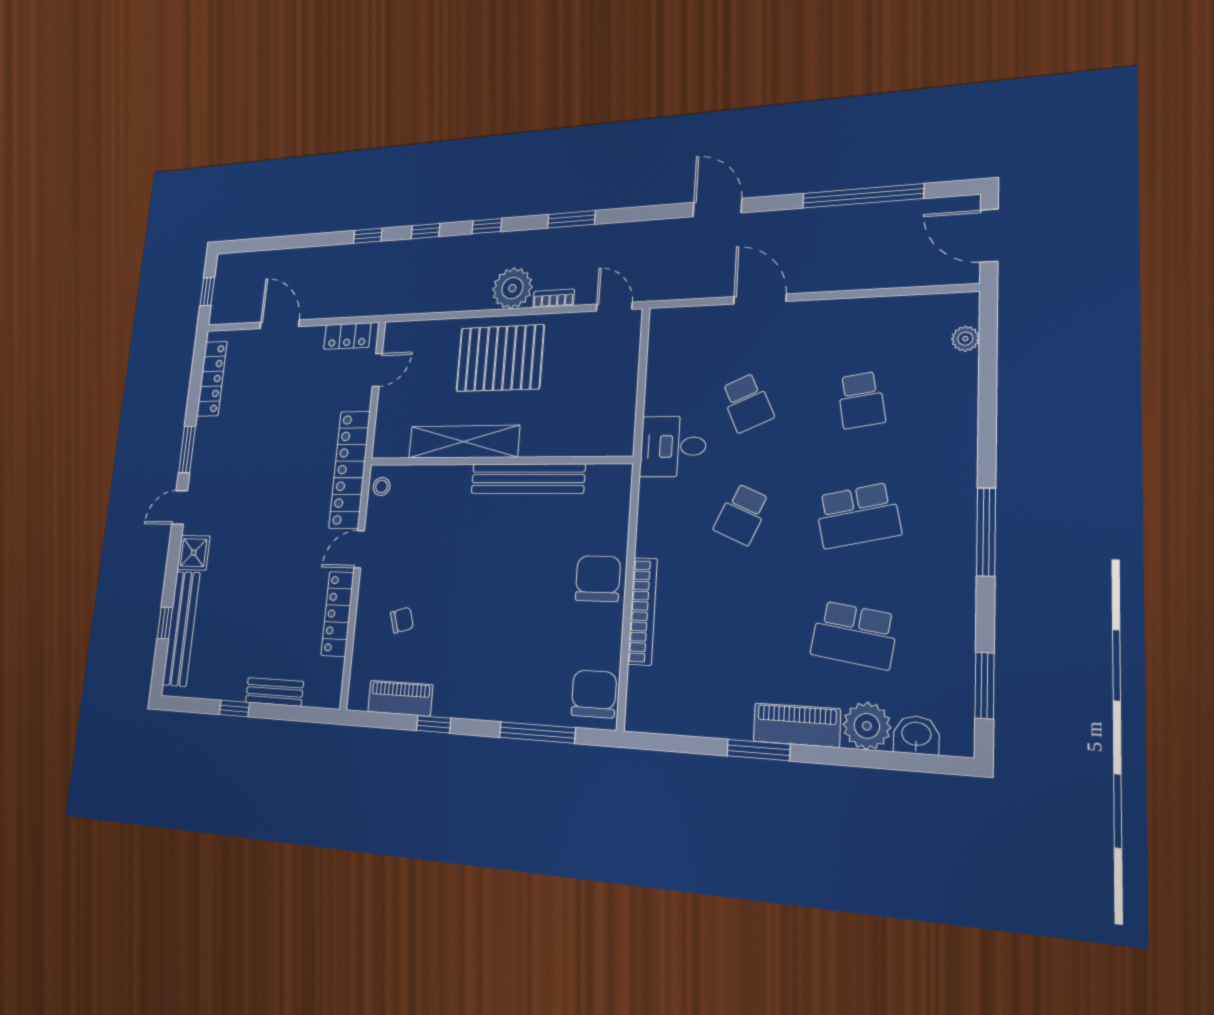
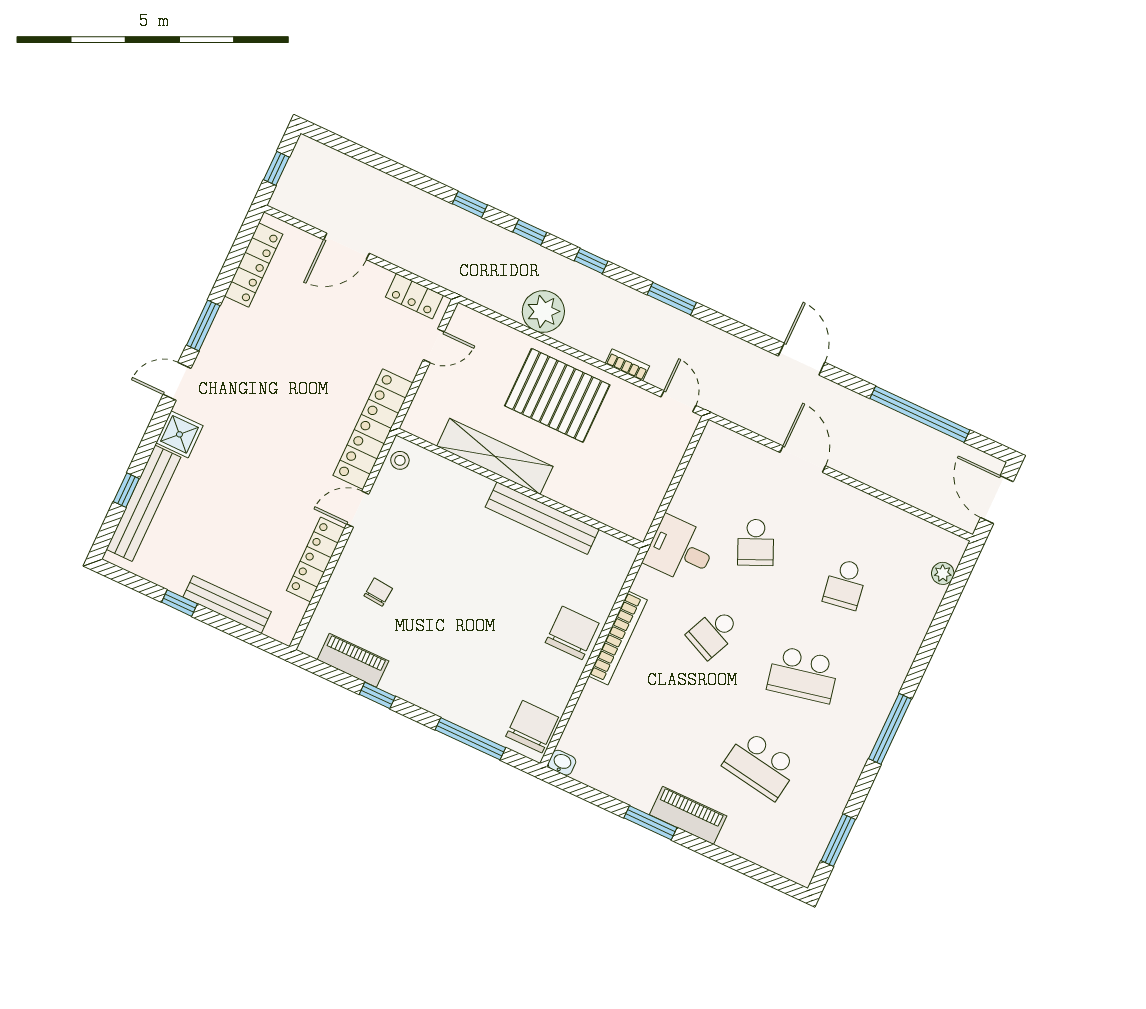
plant: (512, 288) -> (543, 312), moved
door: (280, 324) -> (347, 246), swing flipped
bookcase: (643, 611) -> (618, 638), moved
chair: (402, 620) -> (378, 592), turned -68
bench: (274, 692) -> (227, 604), width x1.36
plant: (867, 726) -> (741, 836), removed
washbasin: (916, 735) -> (562, 763), moved, width x0.72, depth x0.69

